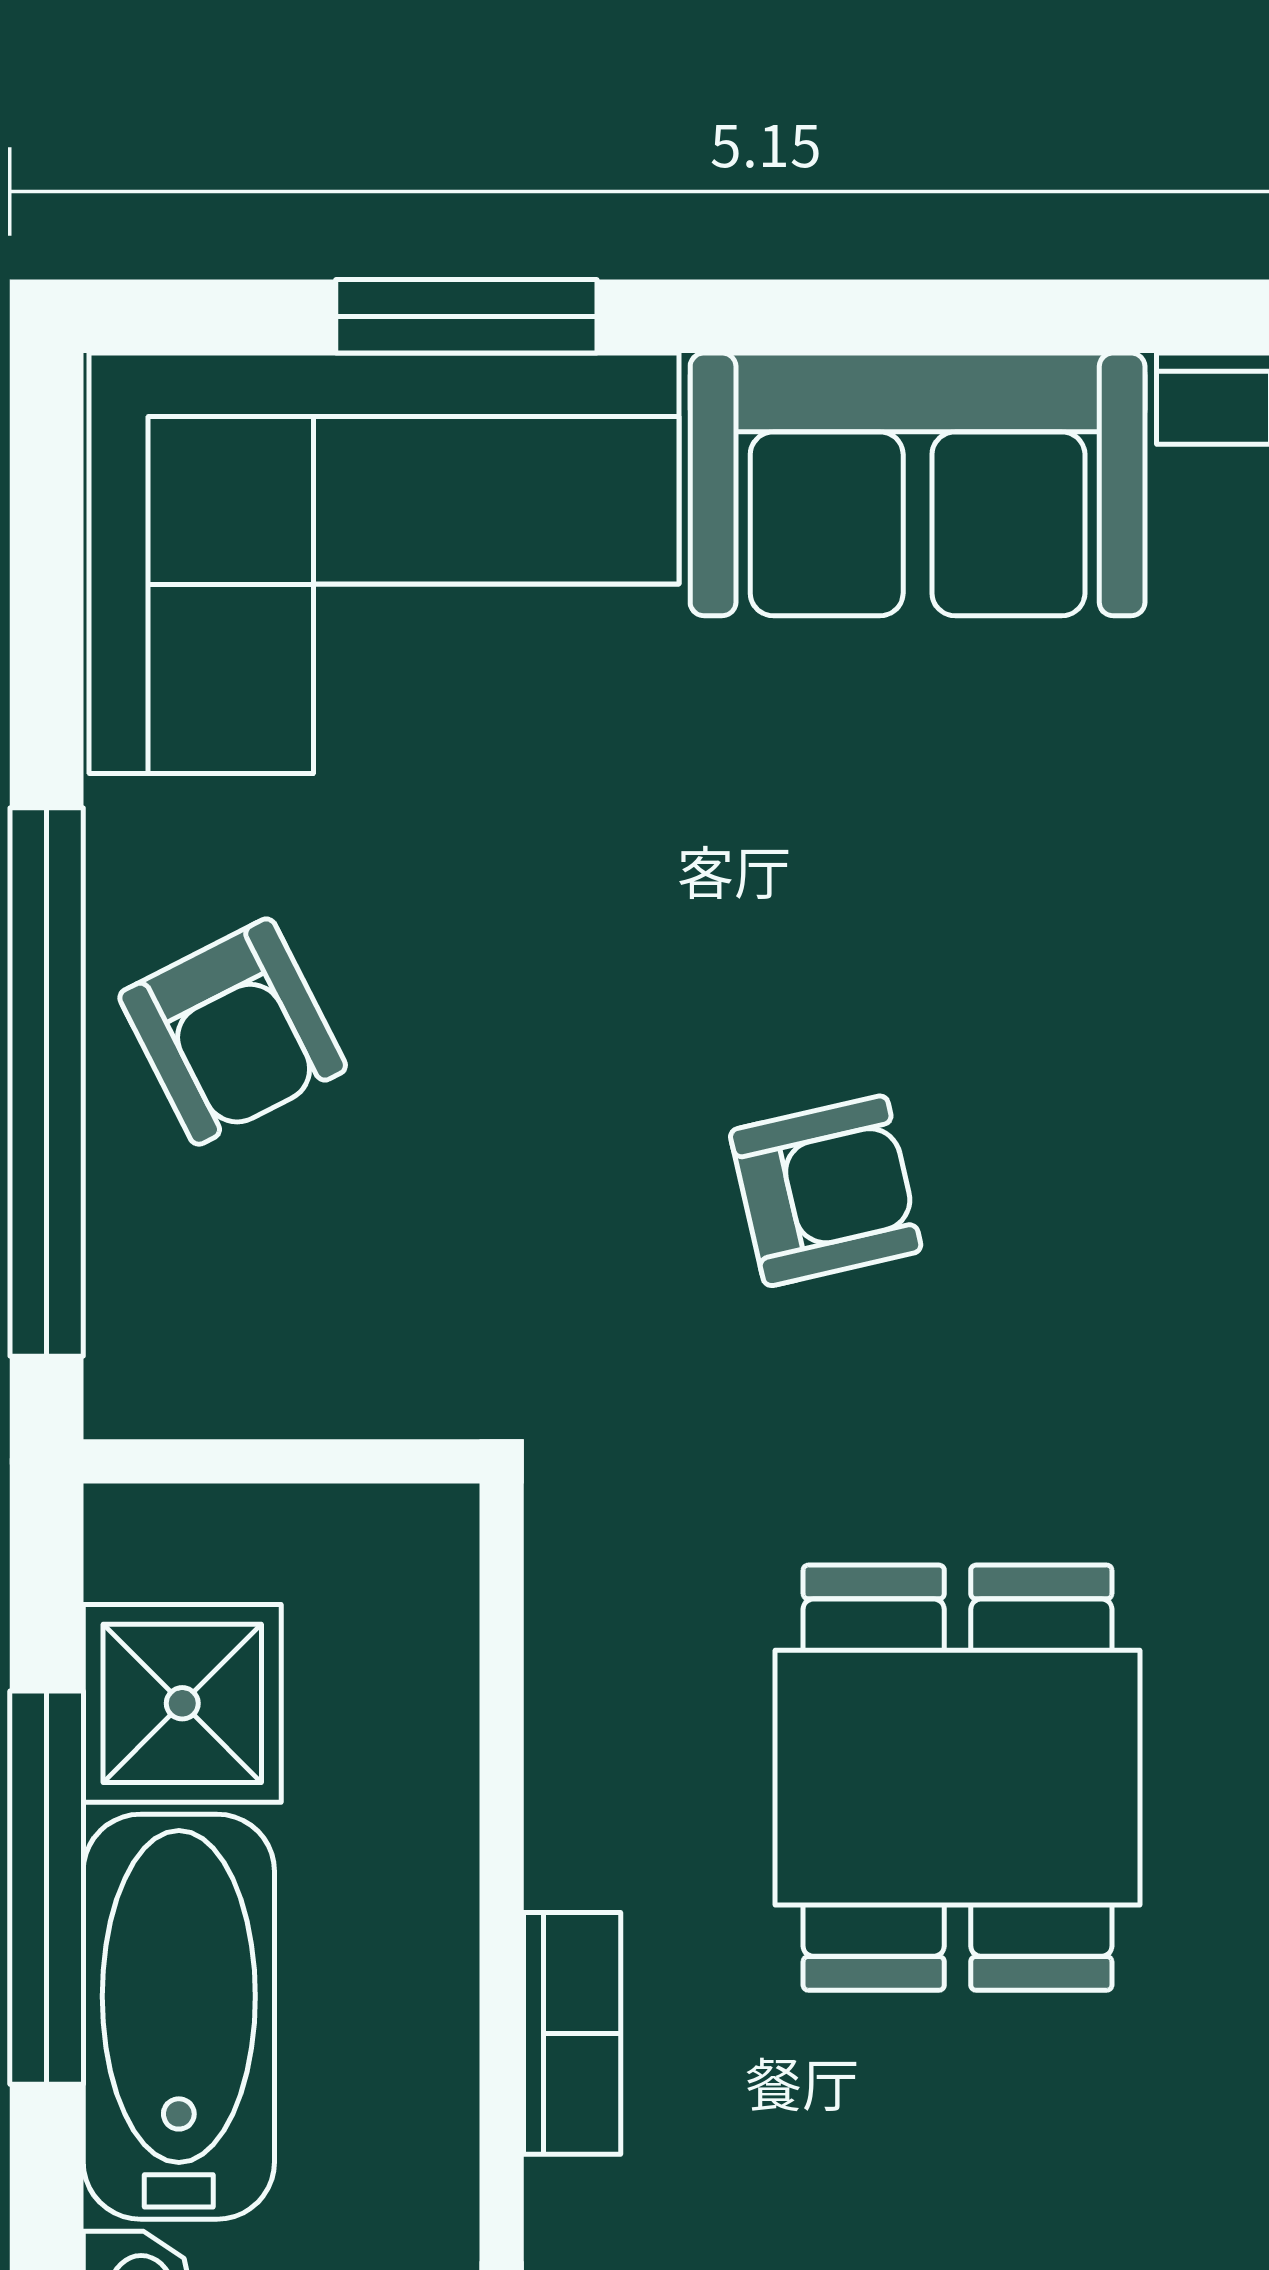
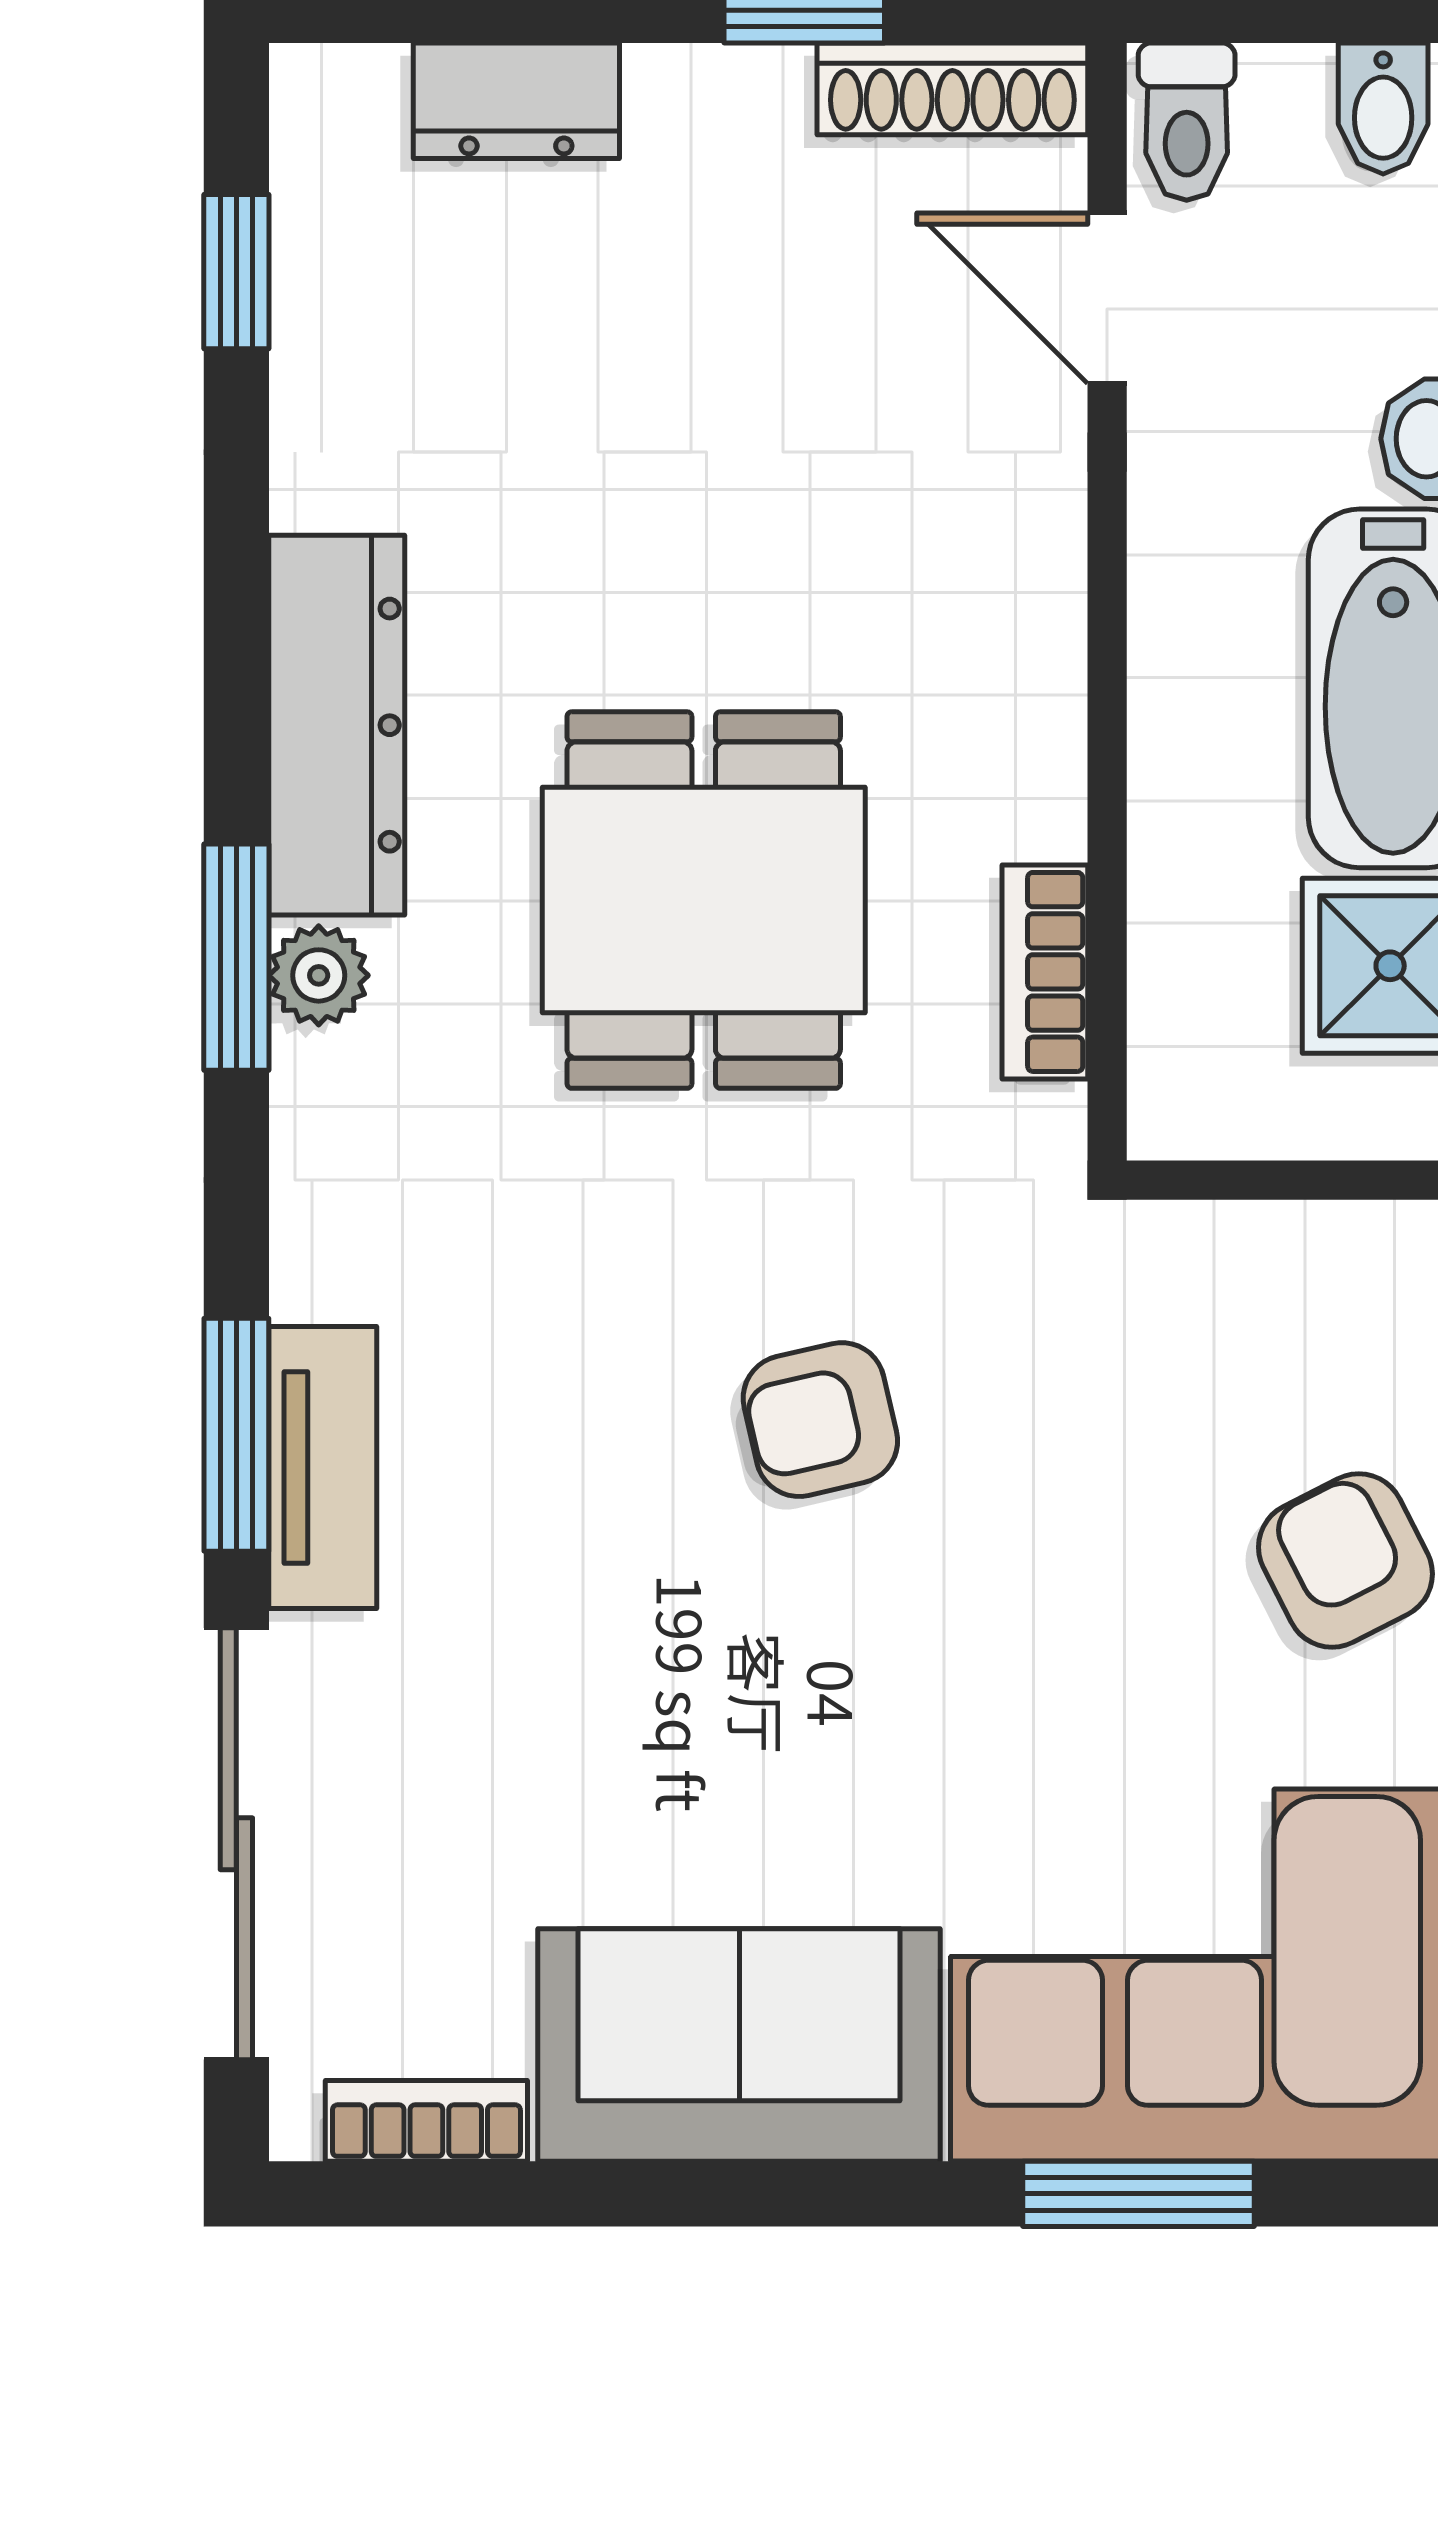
bookcase: (572, 2033) -> (1045, 972), moved

